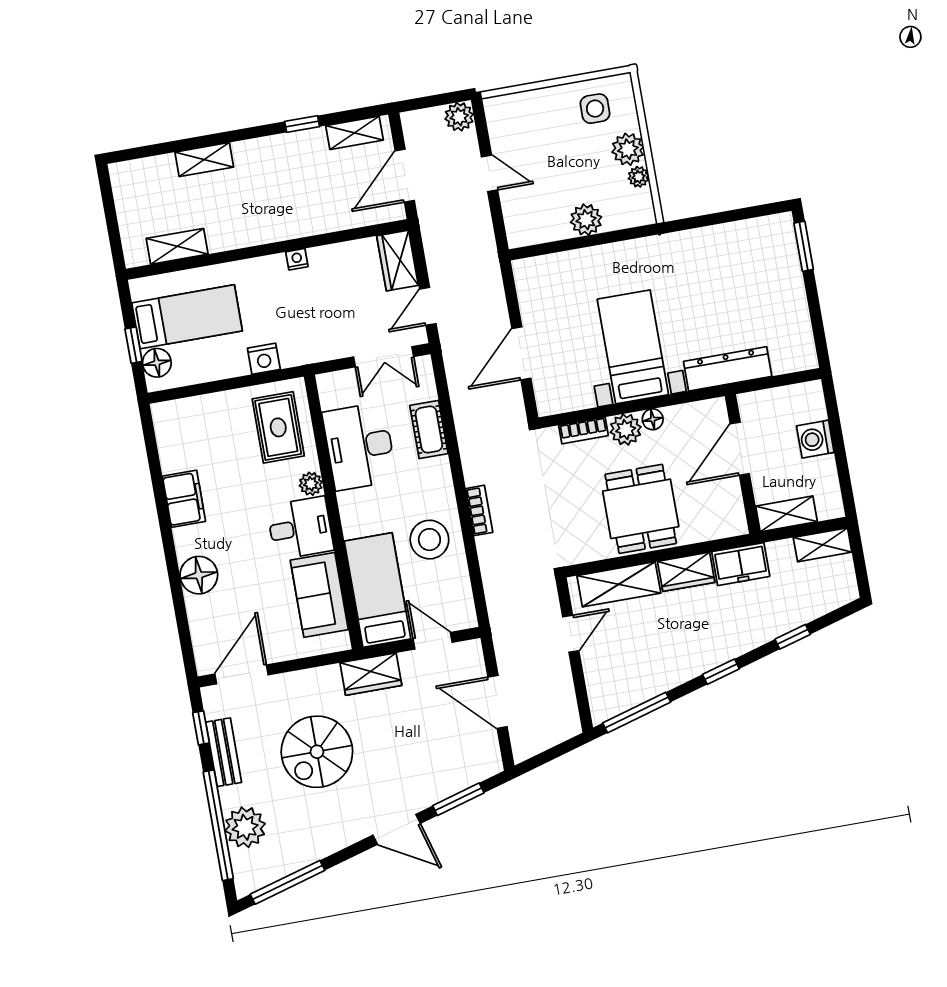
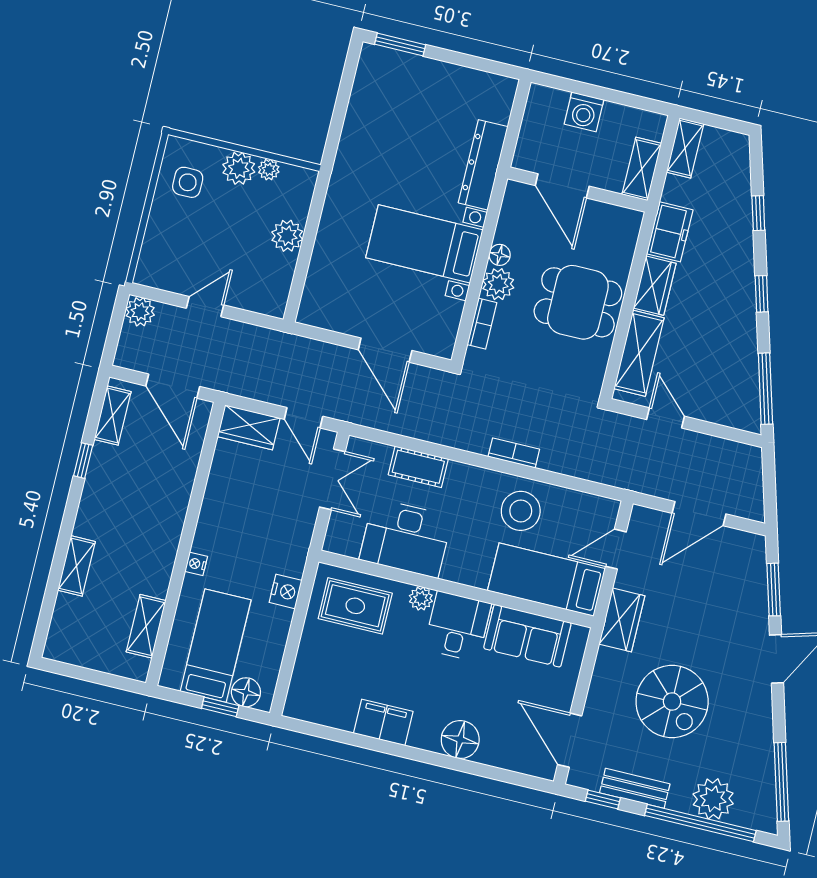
nightstand: (297, 259) -> (196, 564), moved

